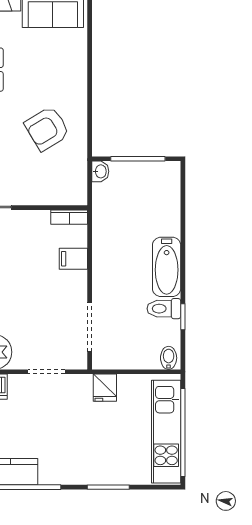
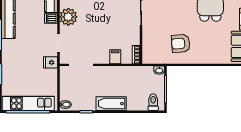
armchair: (47, 129) -> (181, 43), turned -63
toilet: (164, 309) -> (153, 102), moved
fridge: (105, 388) -> (50, 62), moved

